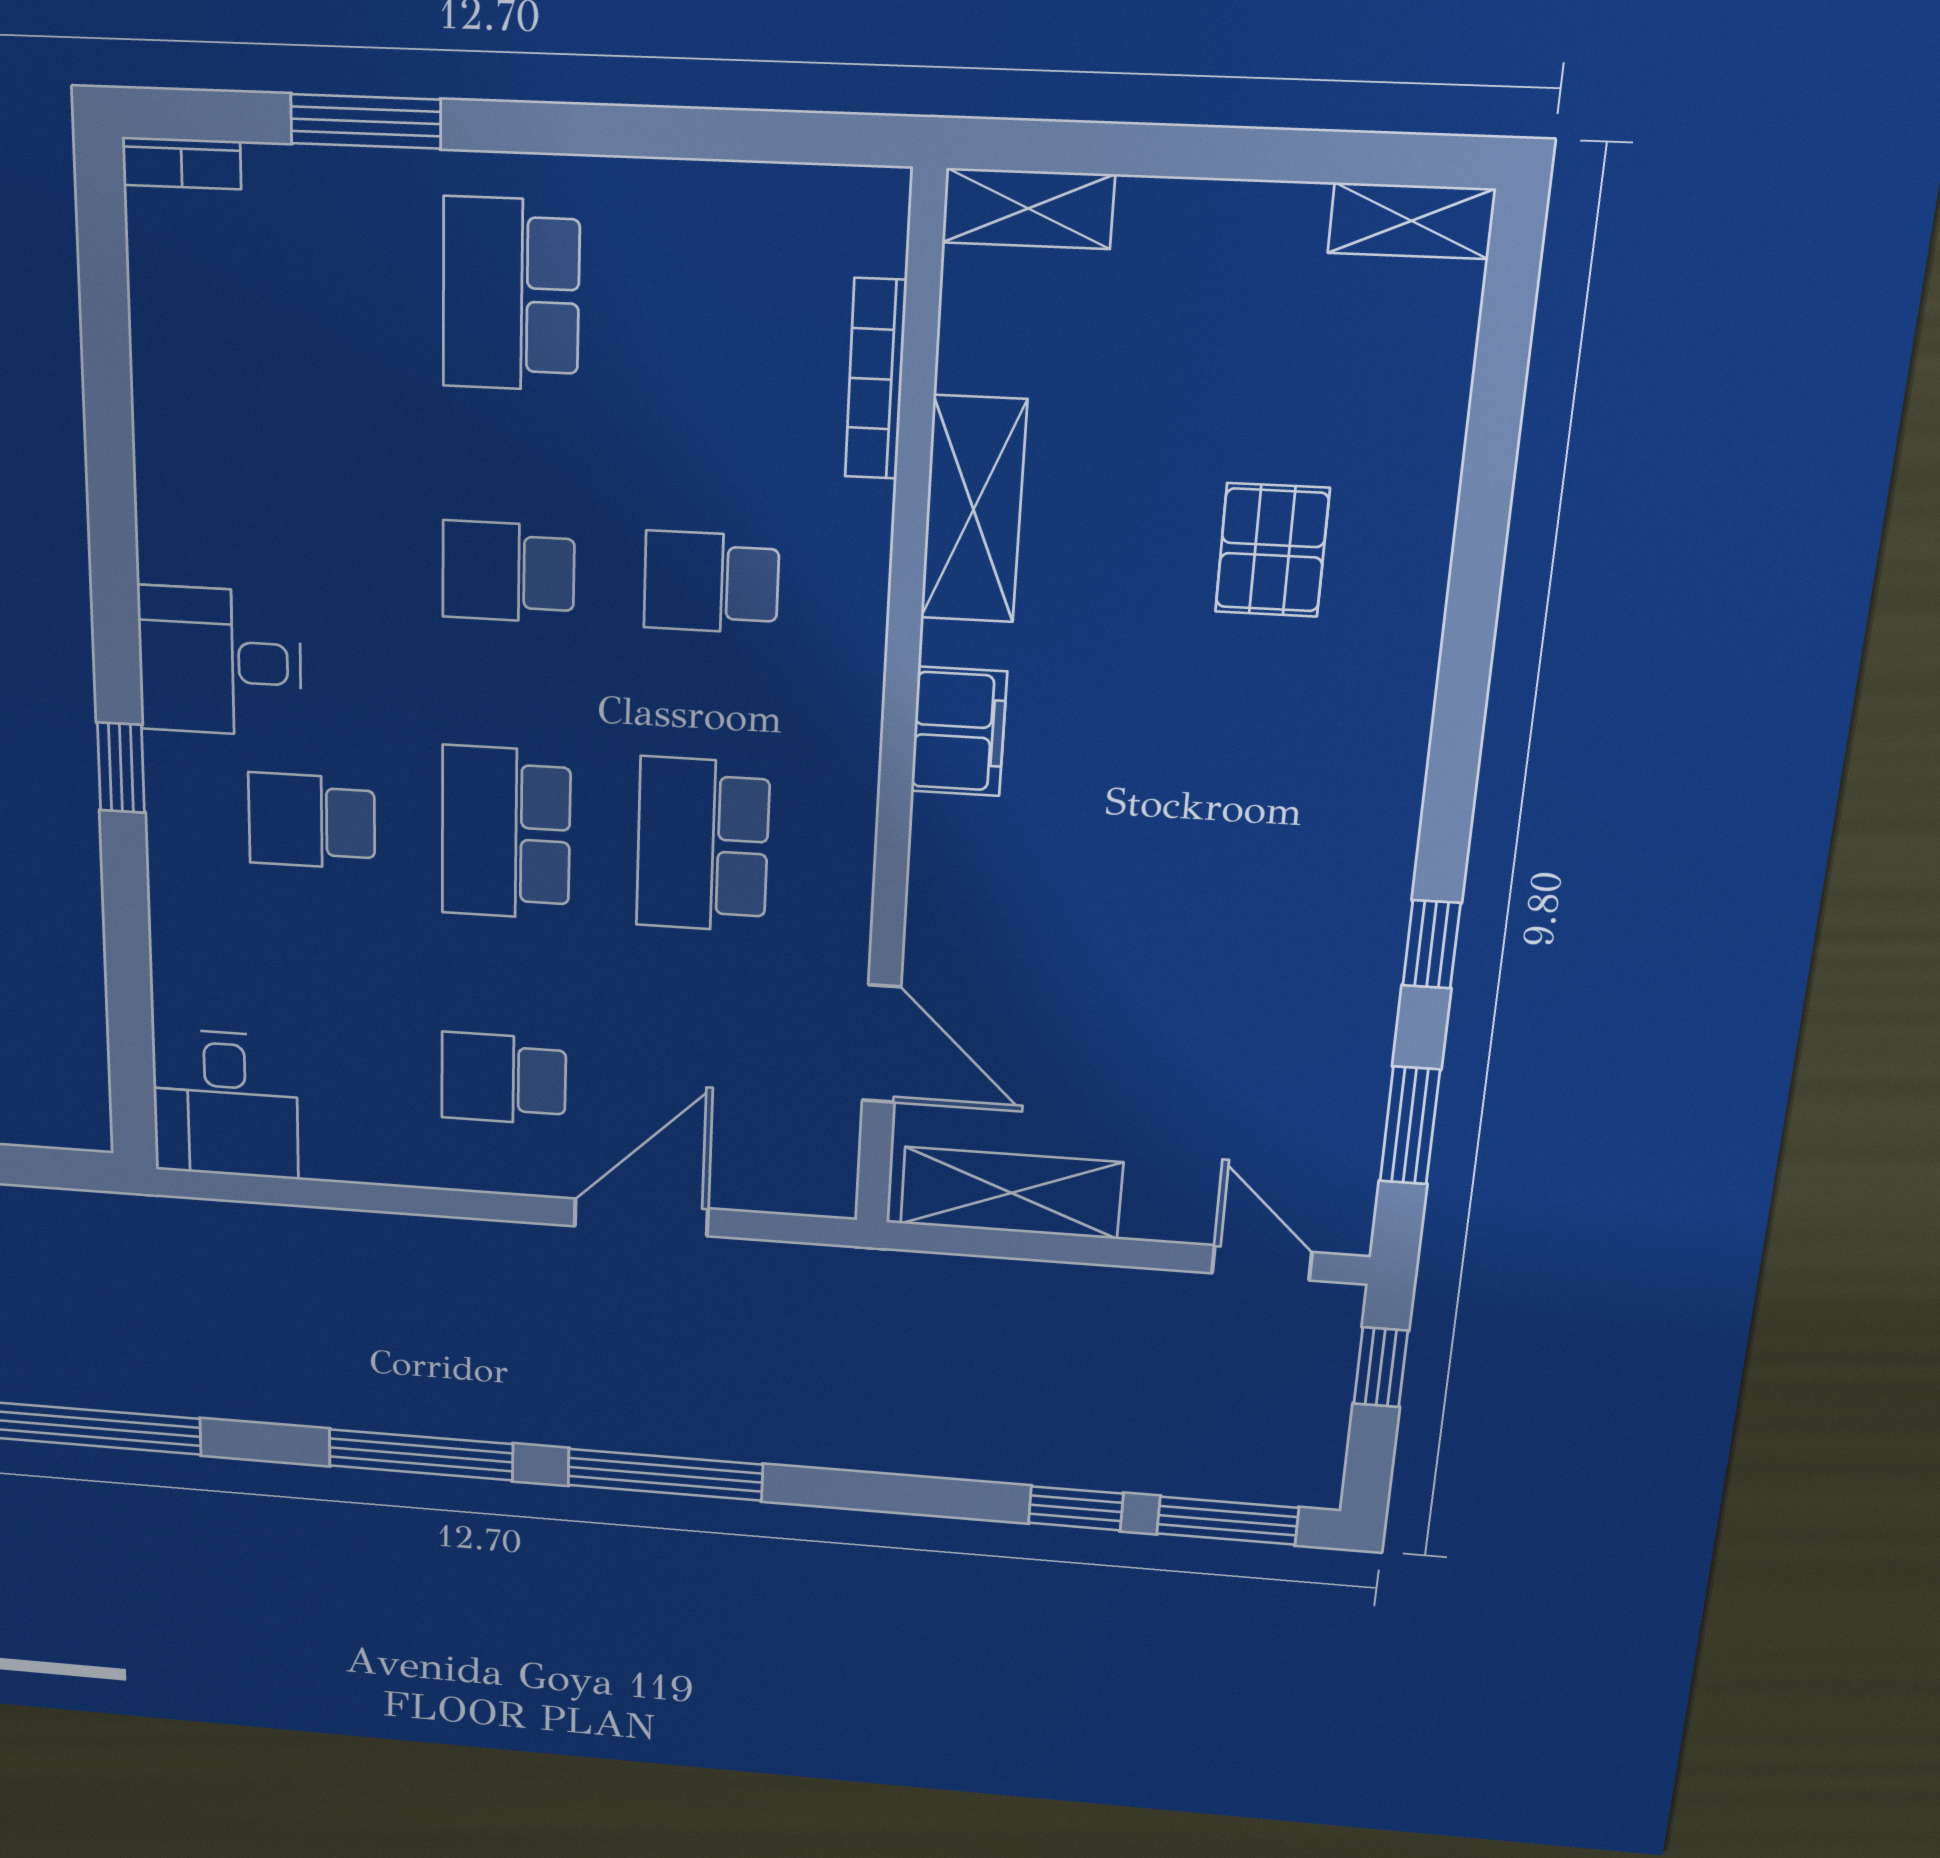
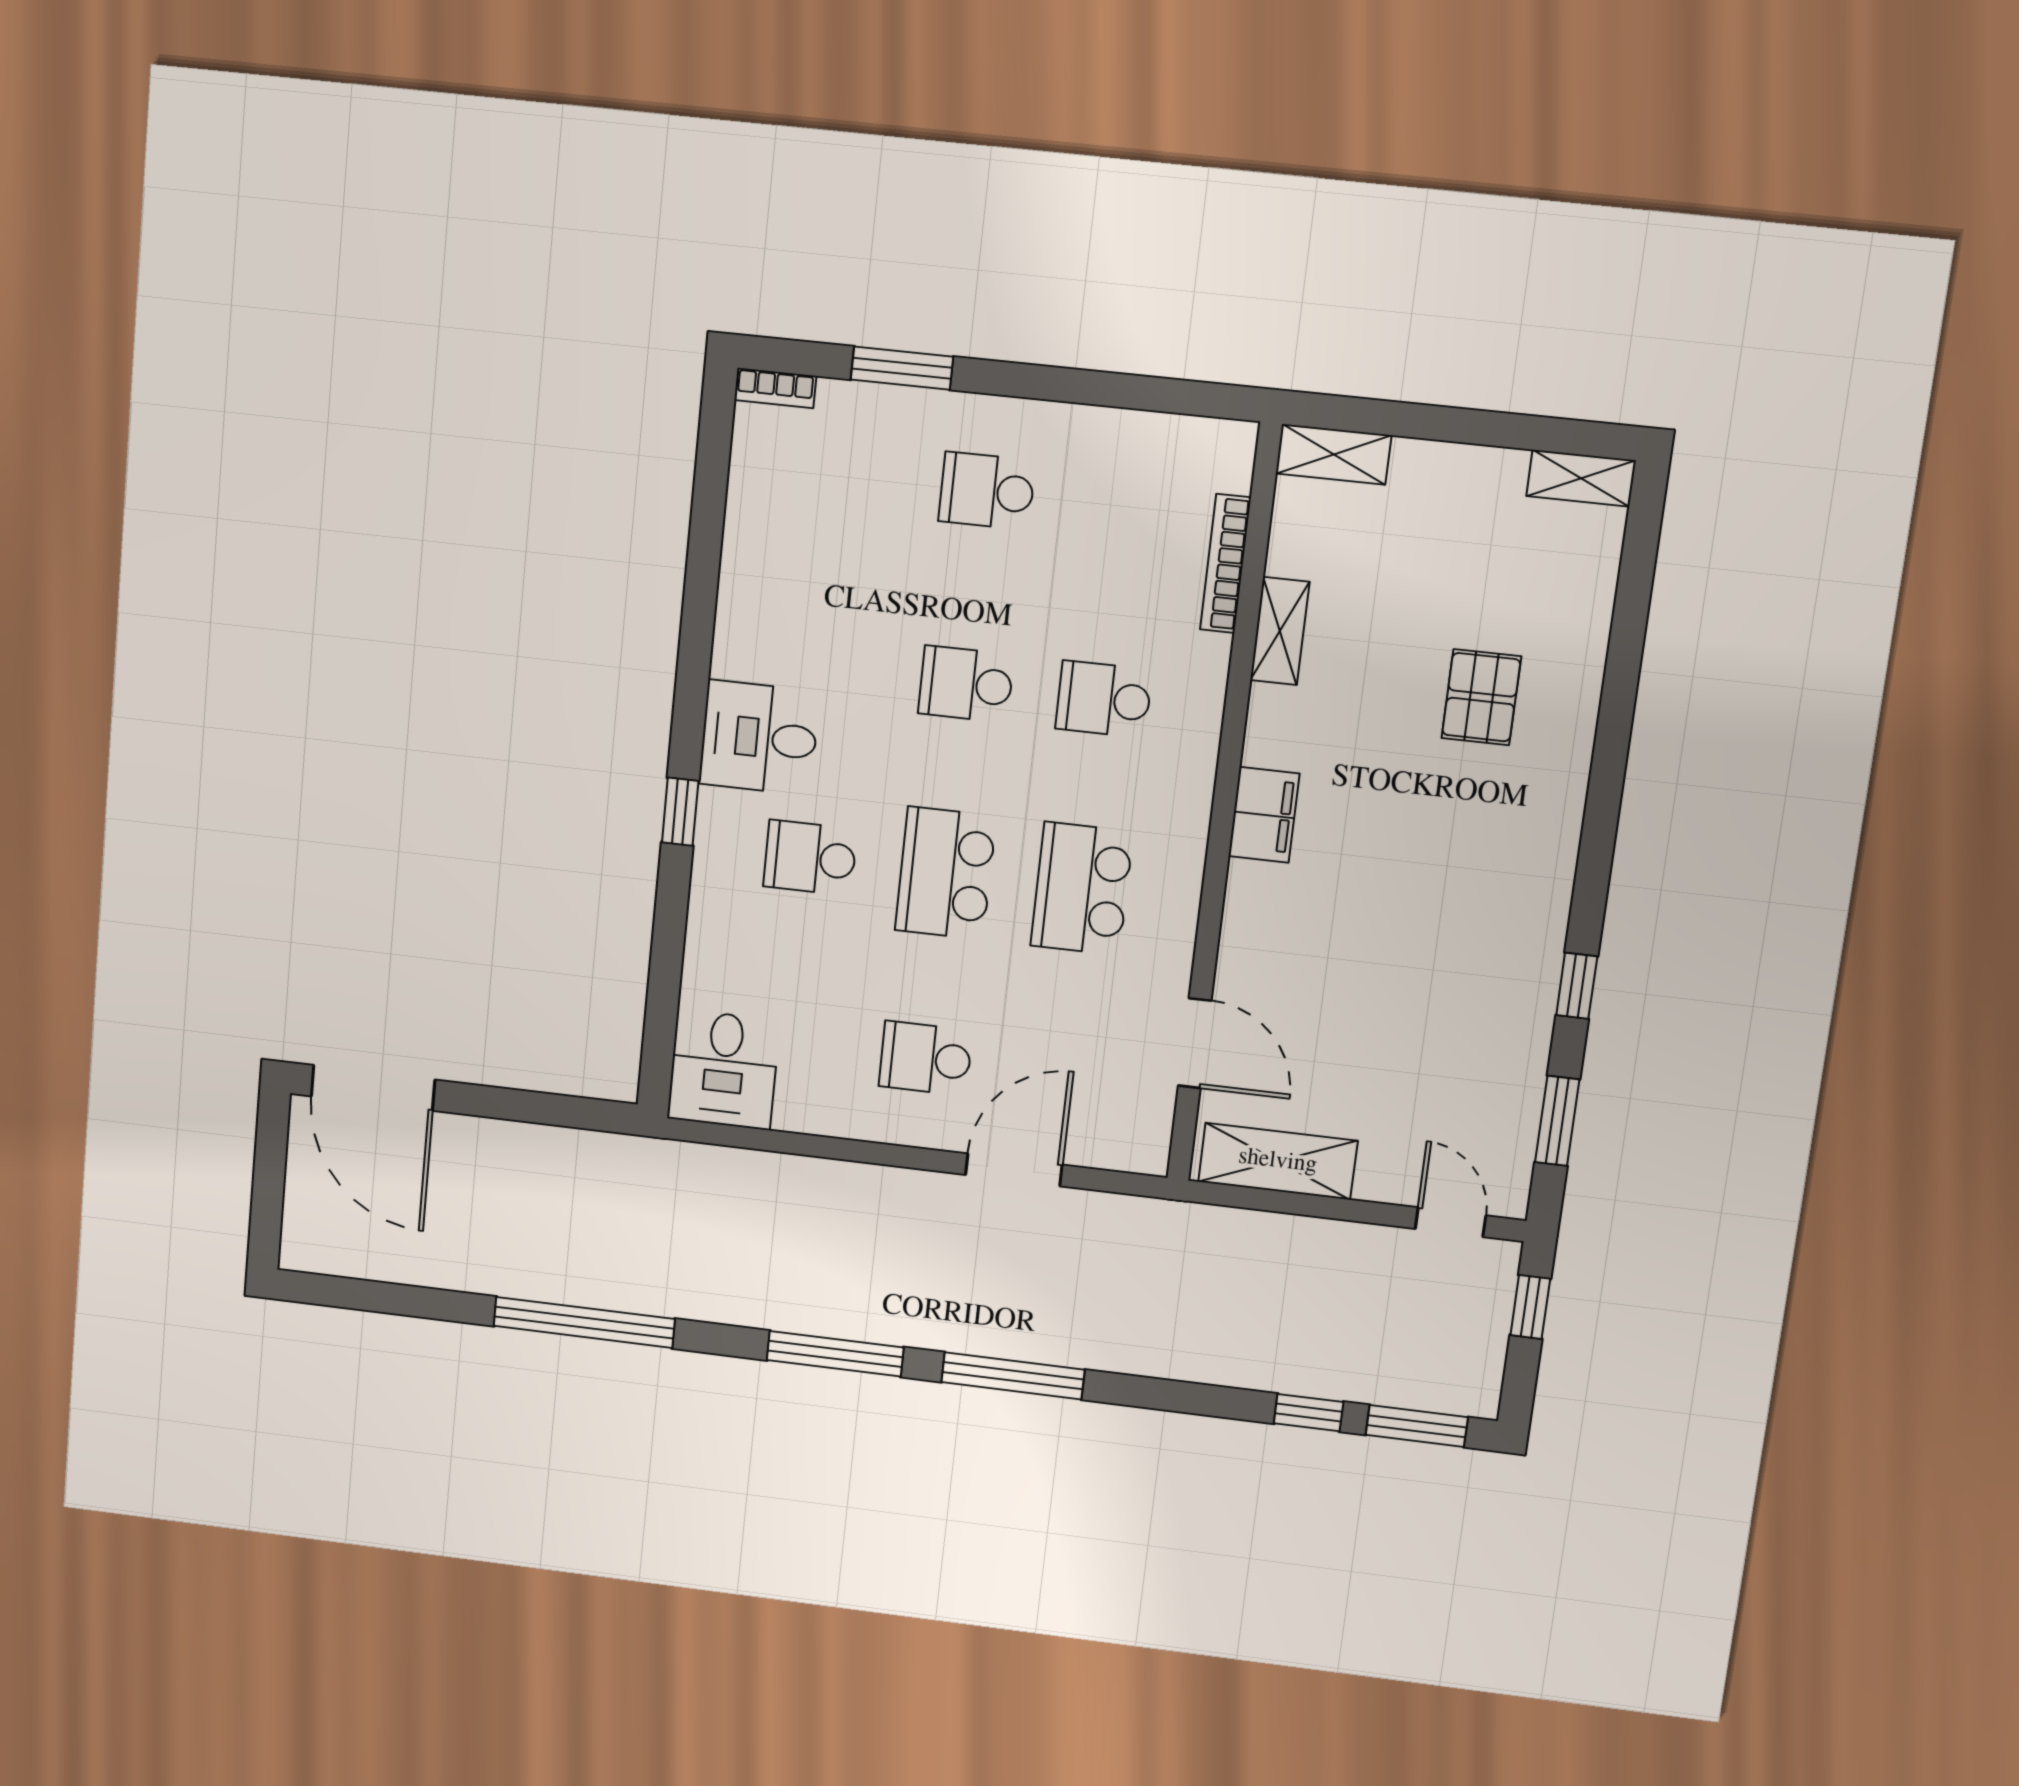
school desk: (511, 294) -> (987, 491), width x0.54
shelving: (973, 510) -> (1280, 631), width x0.67, depth x0.75

